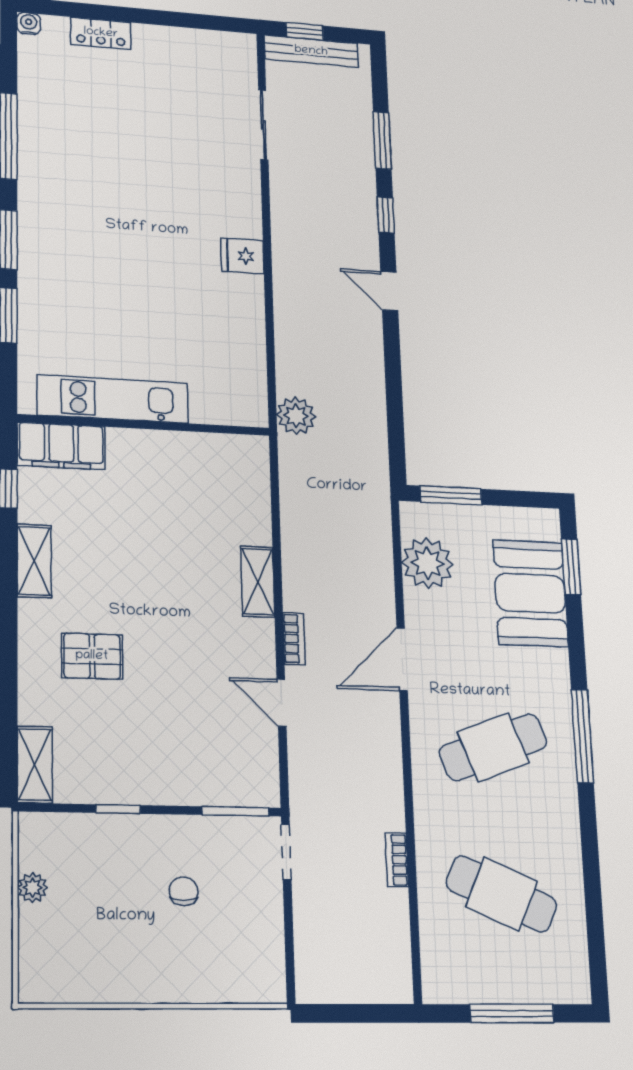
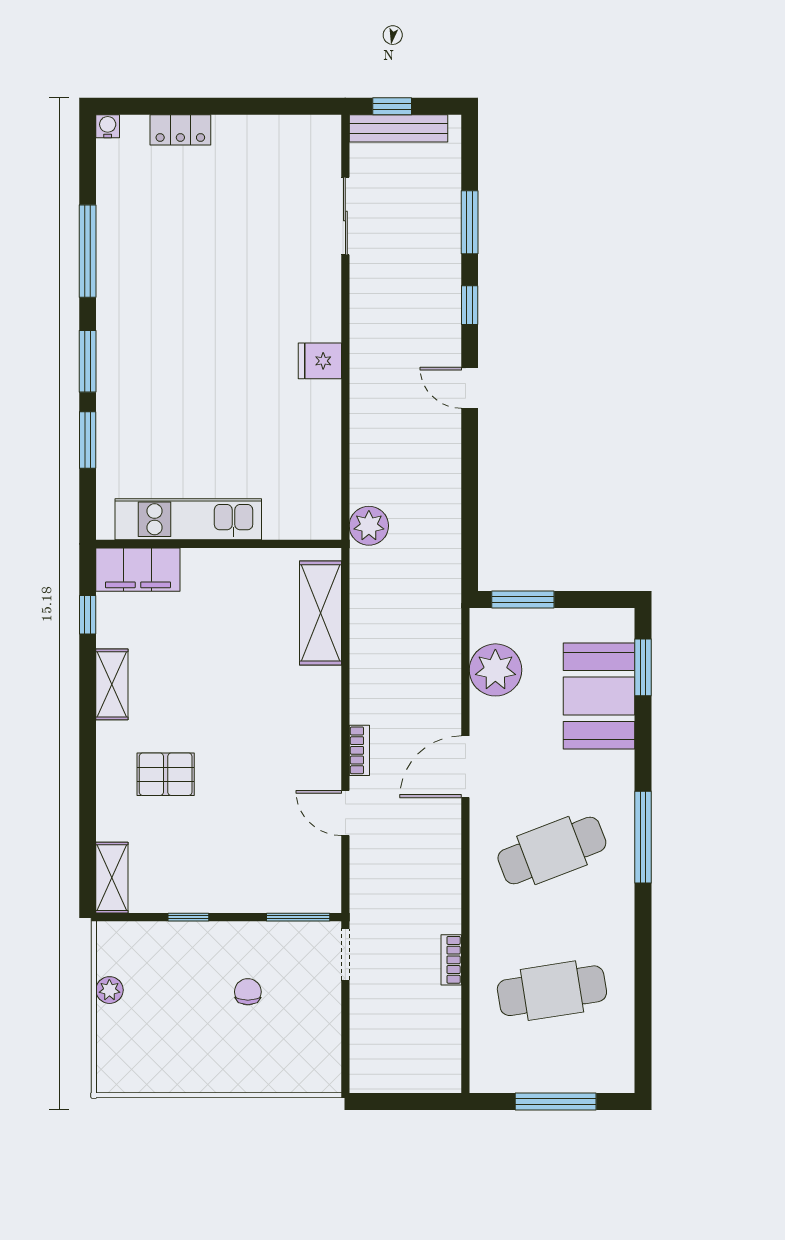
shelving: (258, 582) -> (320, 613), moved, width x1.50, depth x1.33
cafe table: (502, 894) -> (552, 991), turned -33

